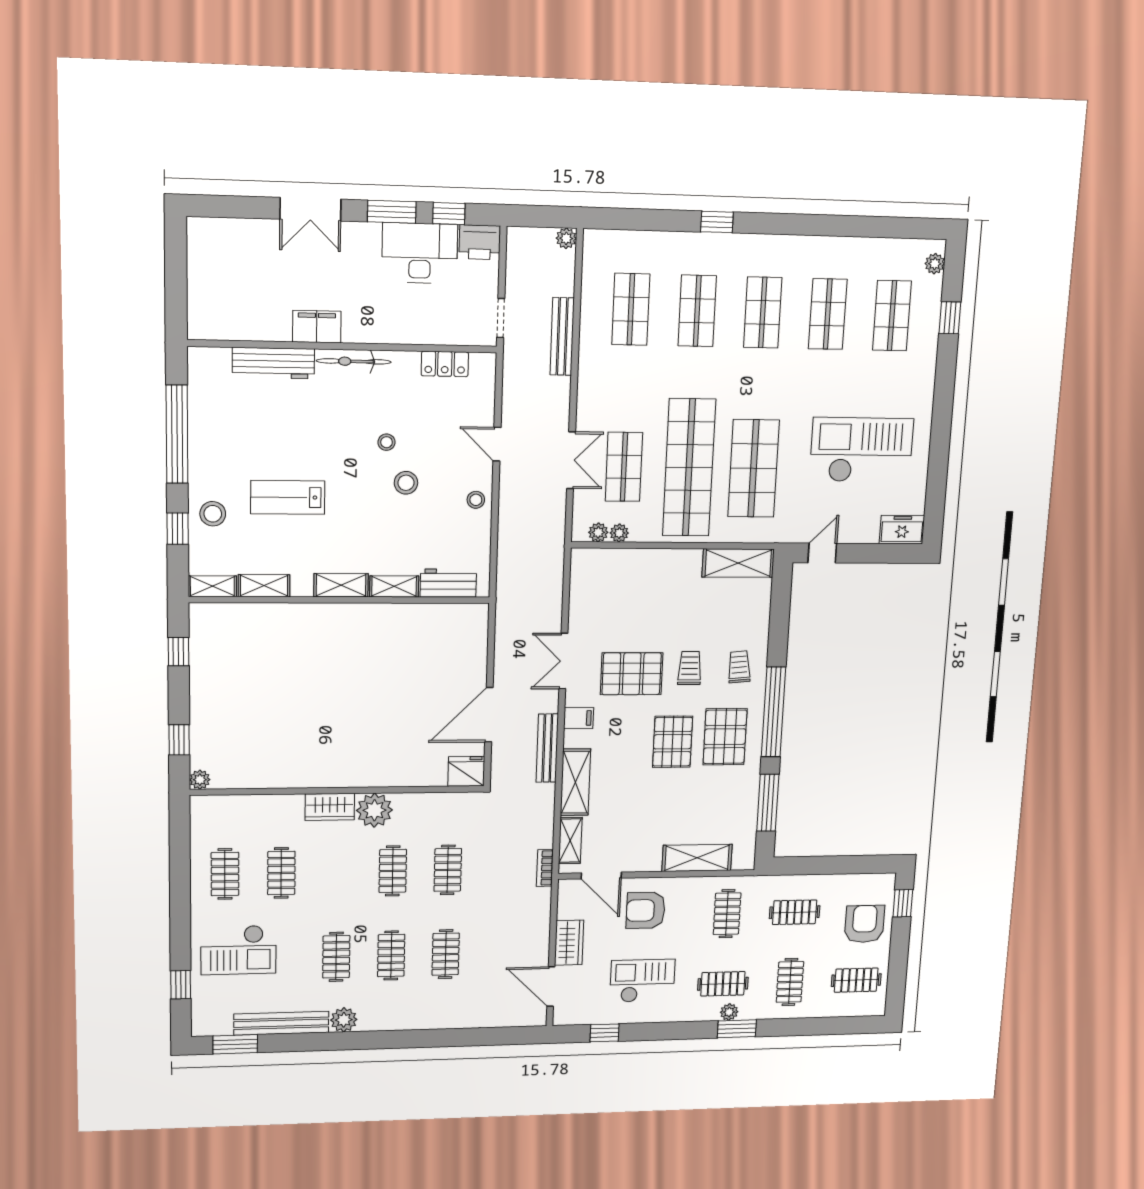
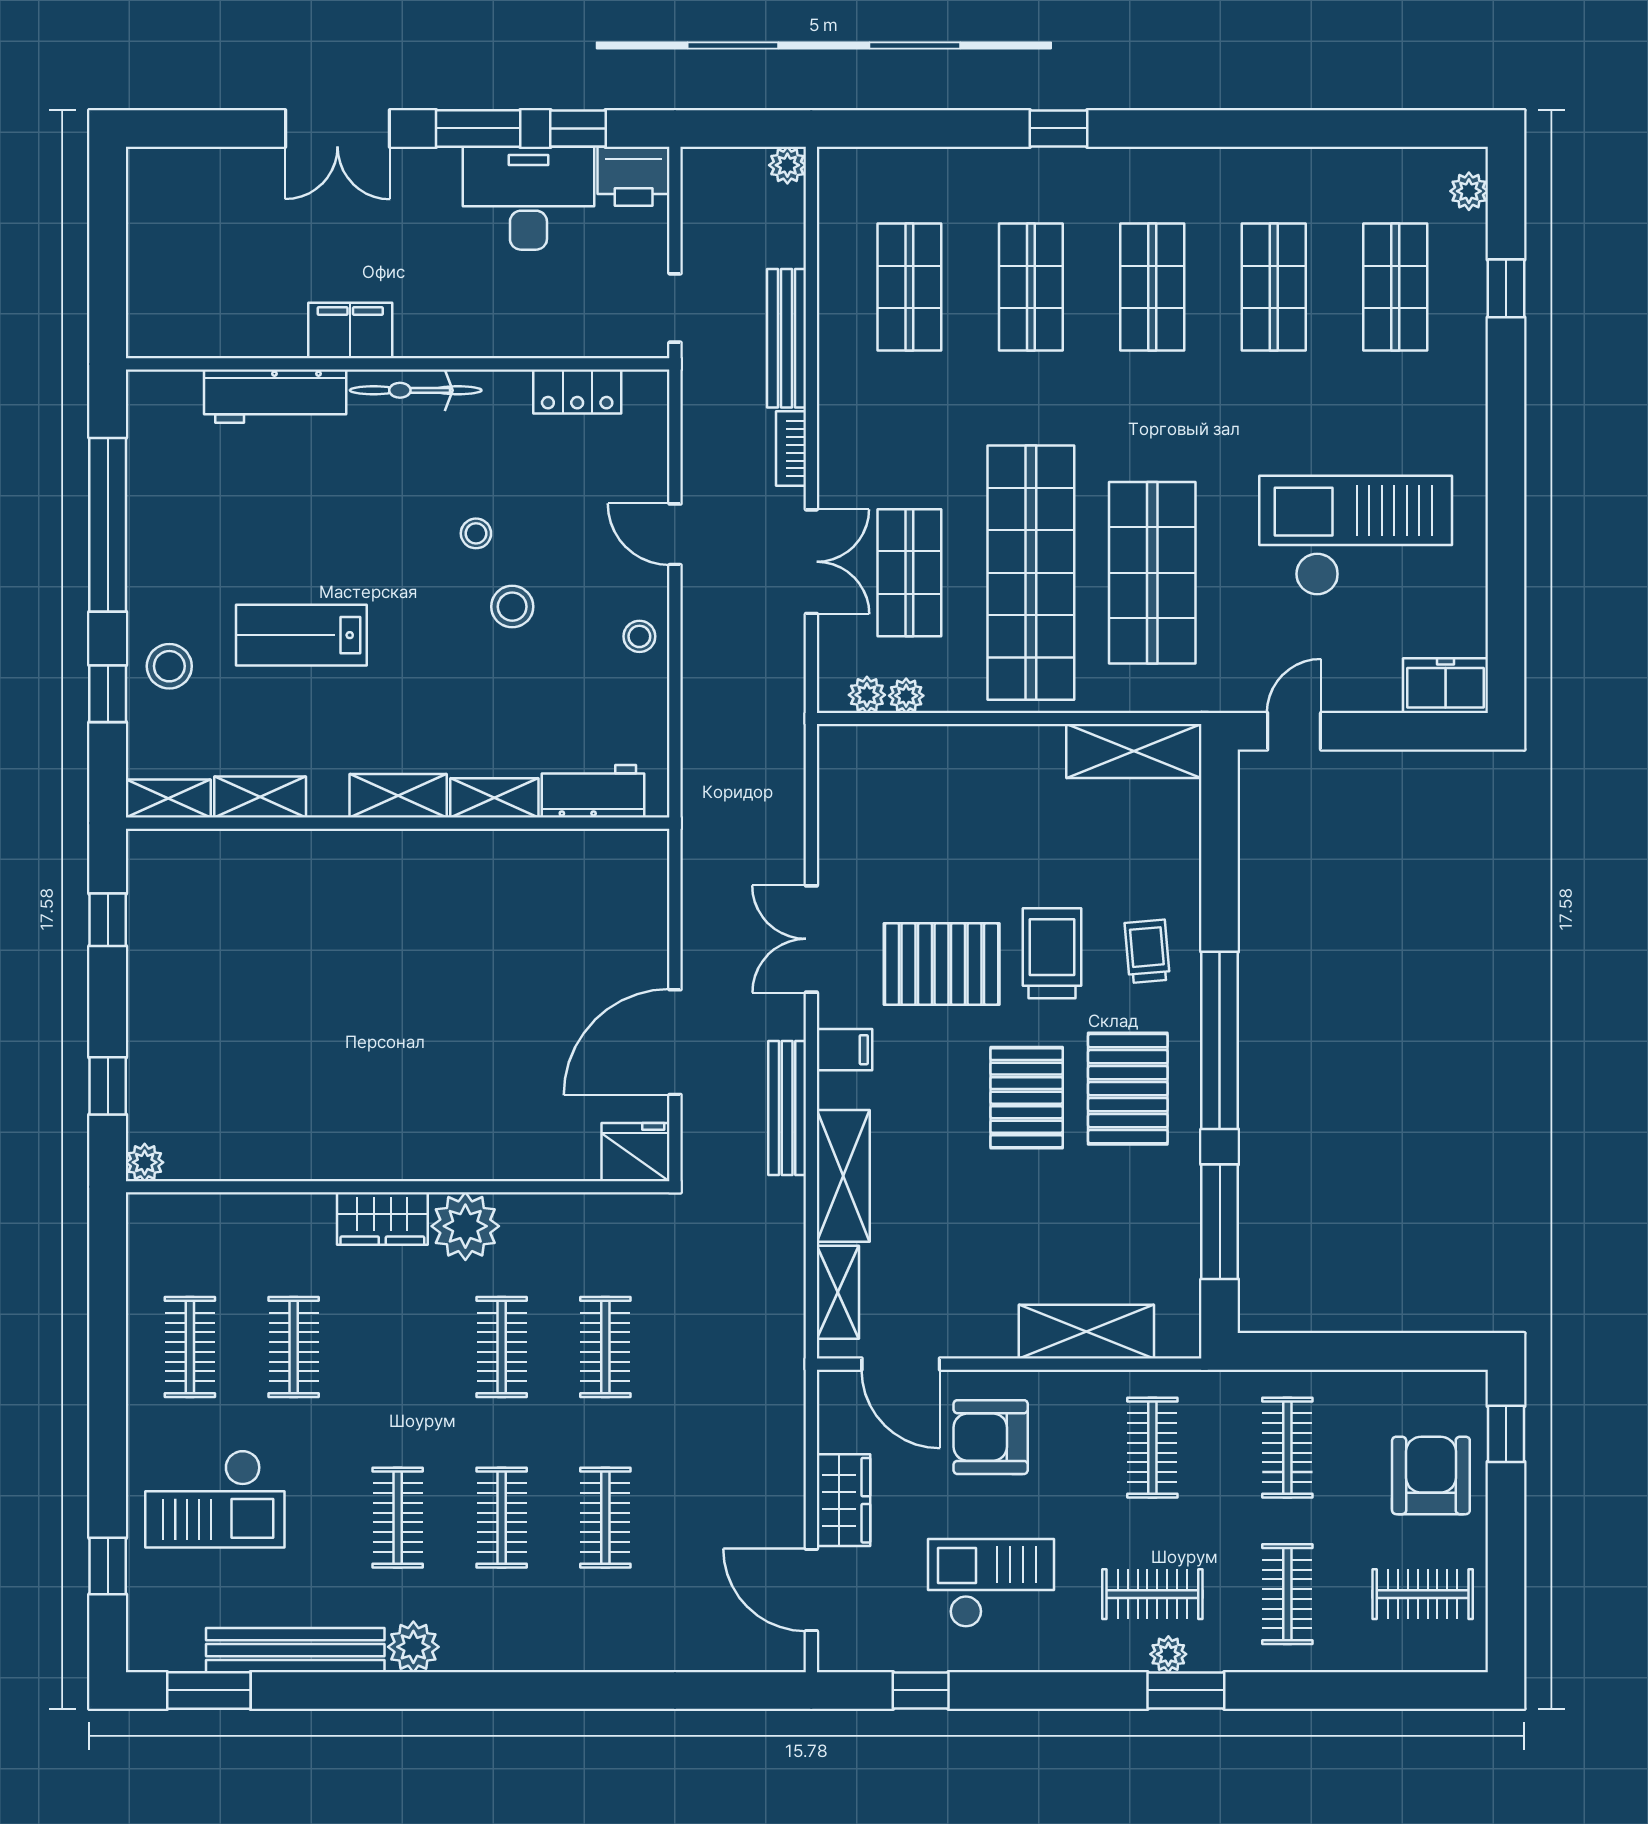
trolley: (690, 668) -> (1052, 953), width x1.36, depth x1.39
bookcase: (545, 868) -> (791, 449), moved
clothes rail: (795, 912) -> (1287, 1448), turned 90

